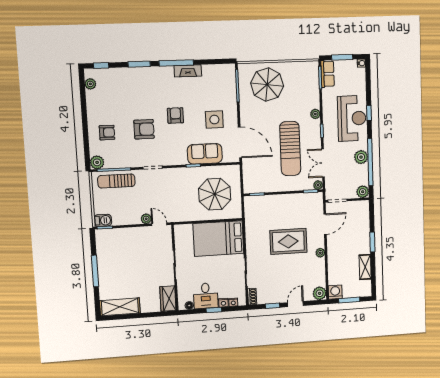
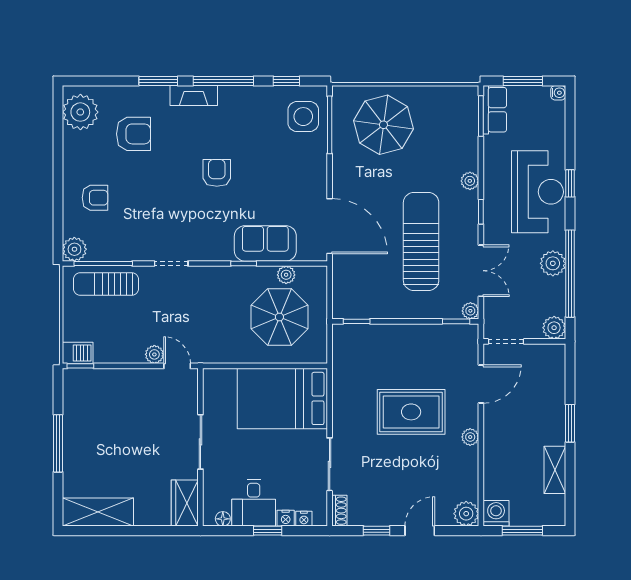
window: (101, 65) -> (286, 81), moved
fireplace: (188, 71) -> (194, 96), moved
plant: (90, 84) -> (80, 112), width x1.88, depth x1.88
side table: (214, 120) -> (303, 117), moved
armchair: (144, 129) -> (134, 134), moved
sun lounger: (290, 149) -> (421, 241), turned 180
double door: (323, 163) -> (481, 271), swing flipped
plant: (217, 171) -> (286, 275), added

